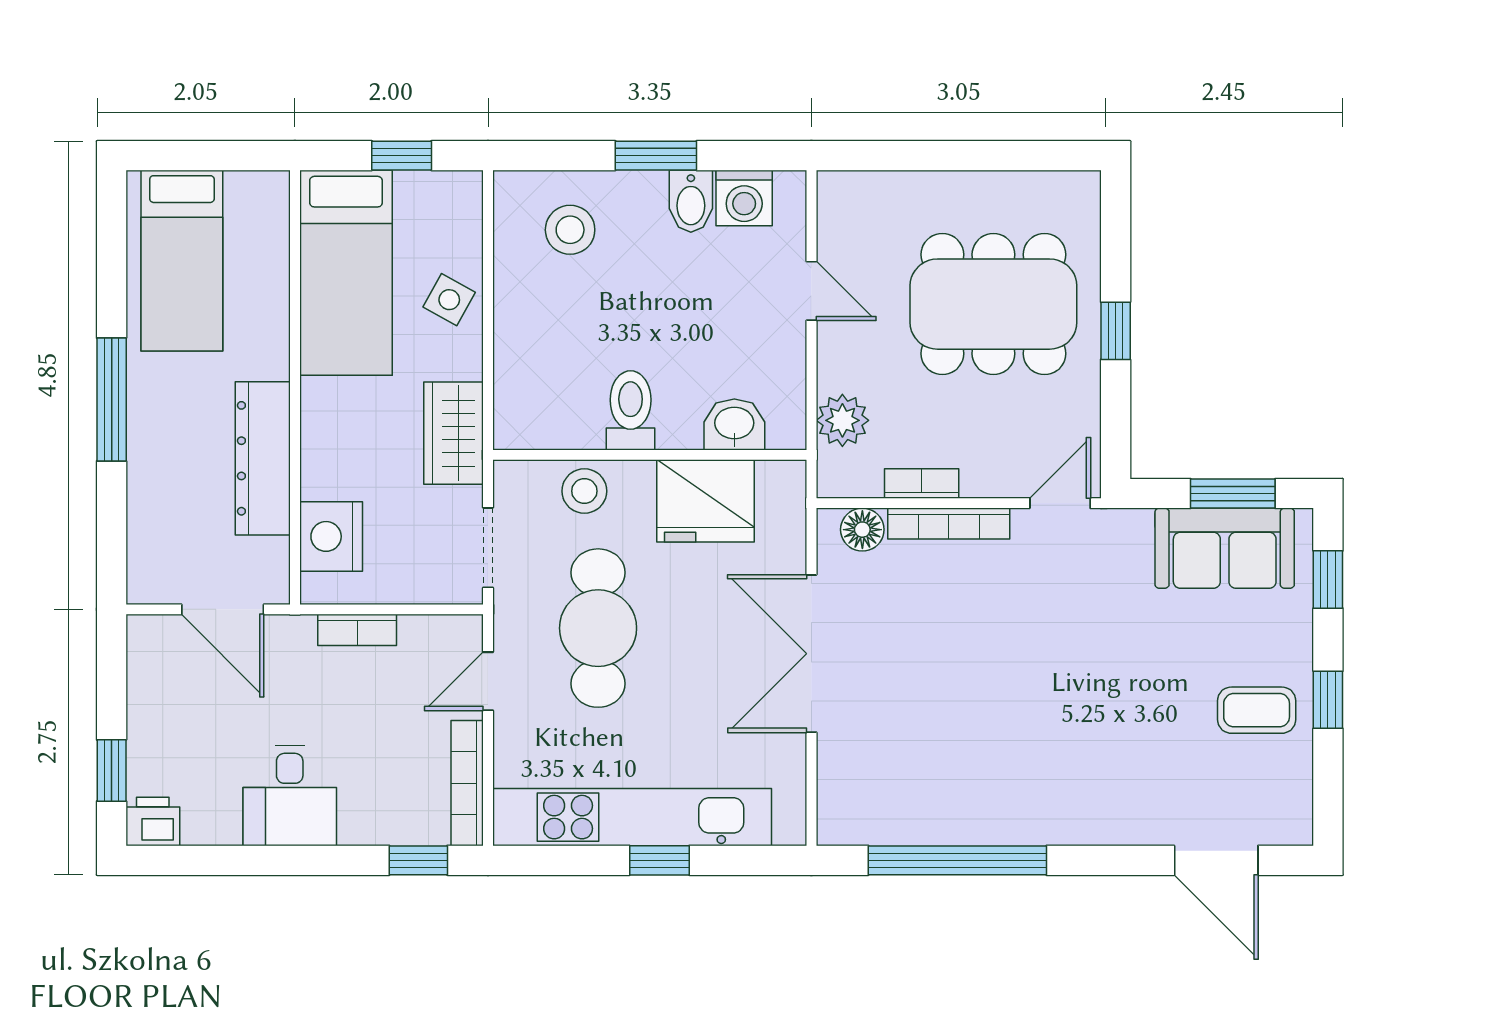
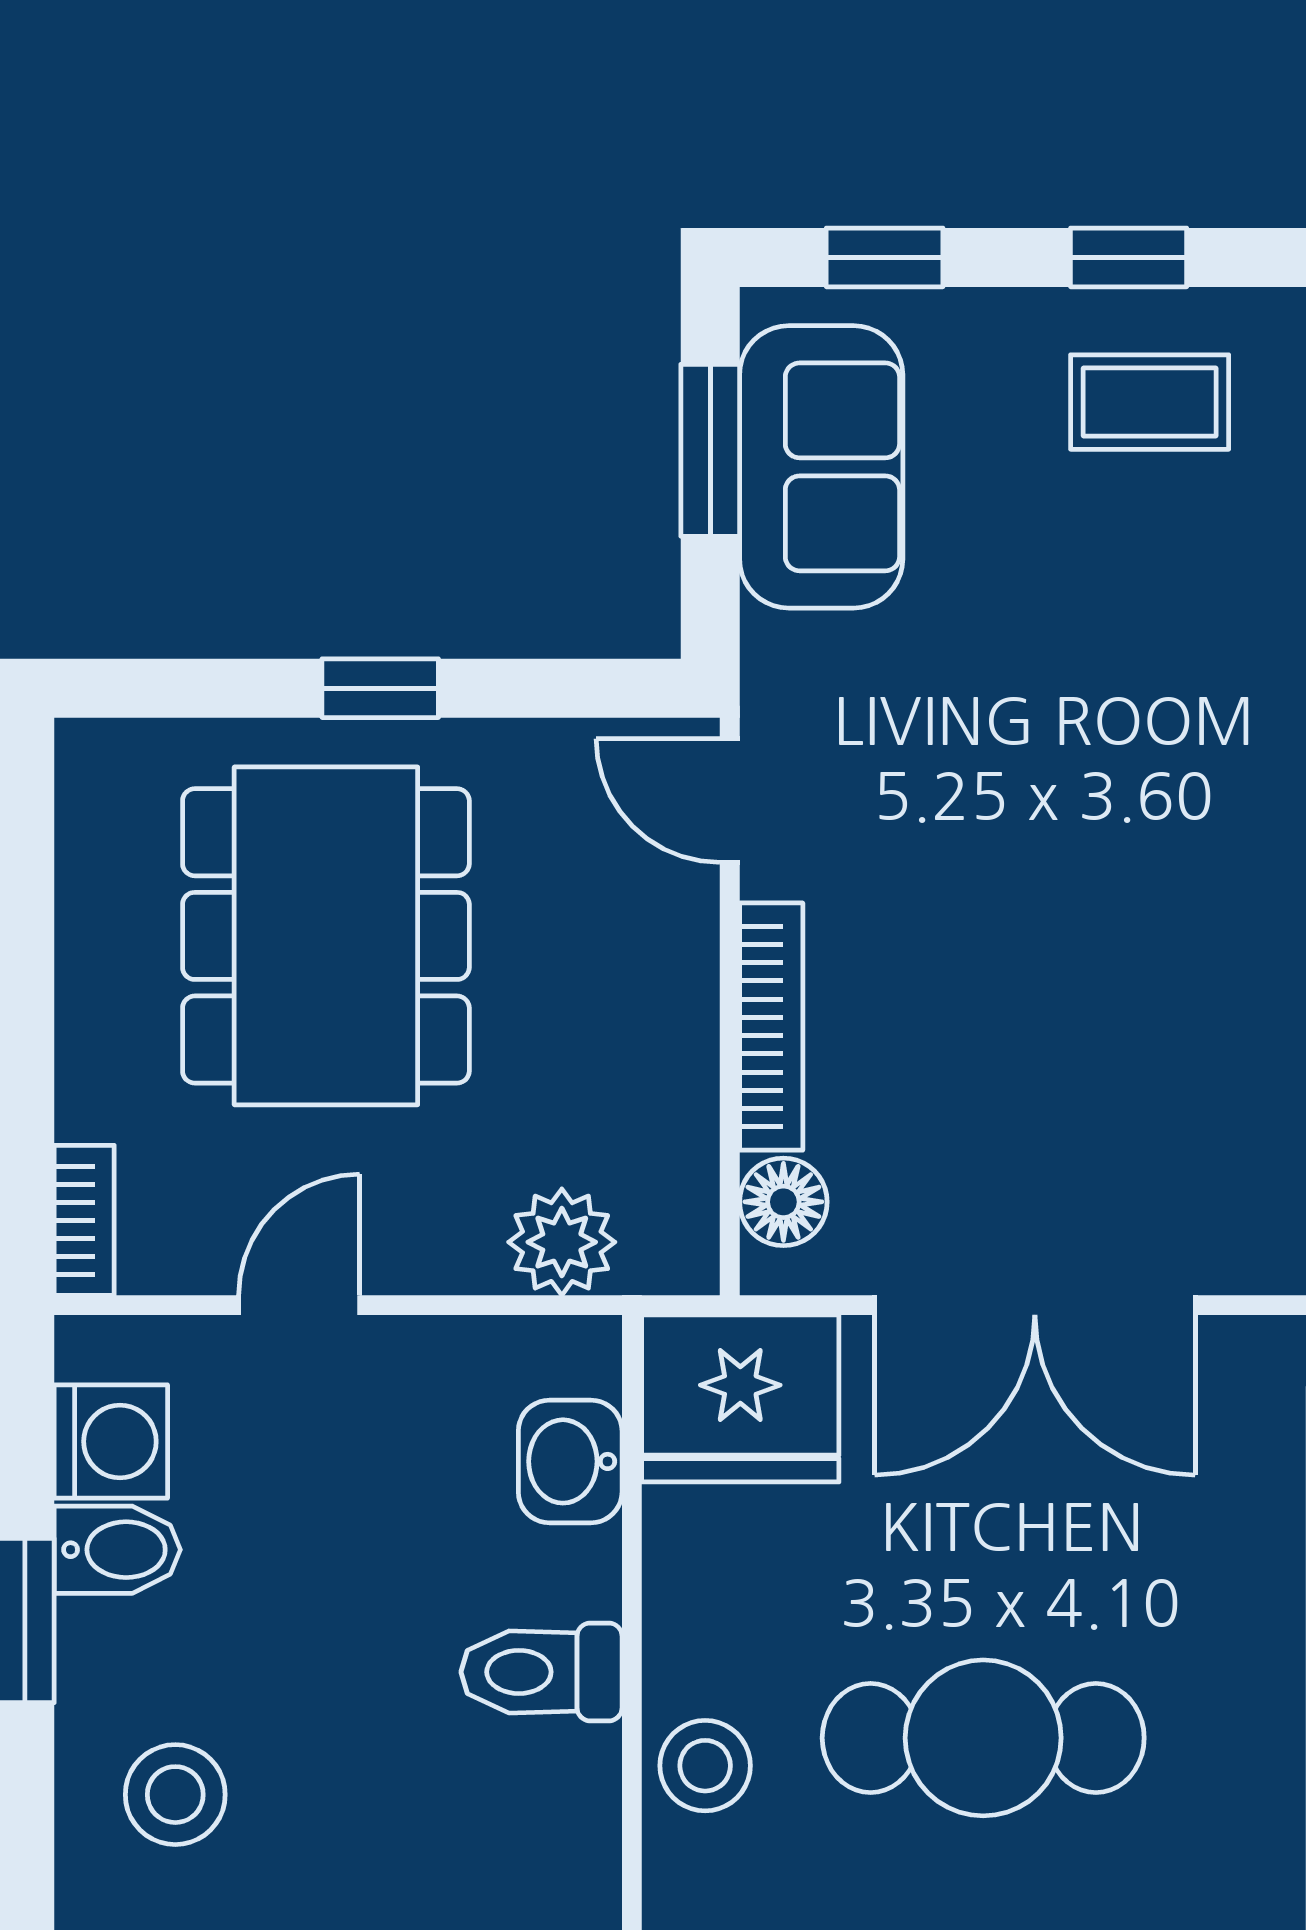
bookcase: (922, 484) -> (84, 1220), moved, turned 180
fridge: (705, 501) -> (740, 1398), moved, turned 90
coffee table: (1257, 710) -> (1150, 402), turned 90

